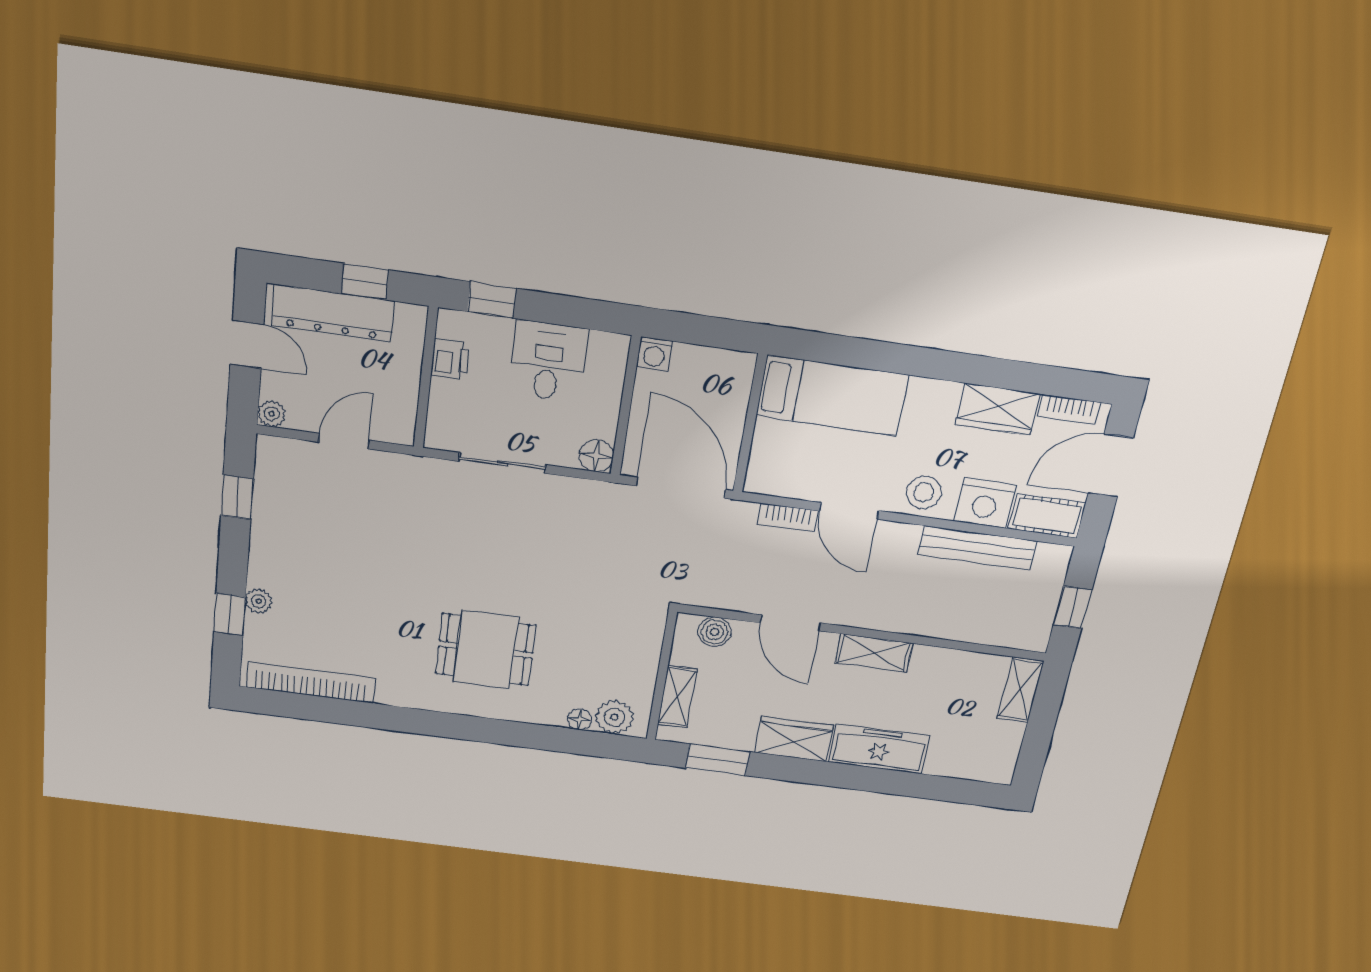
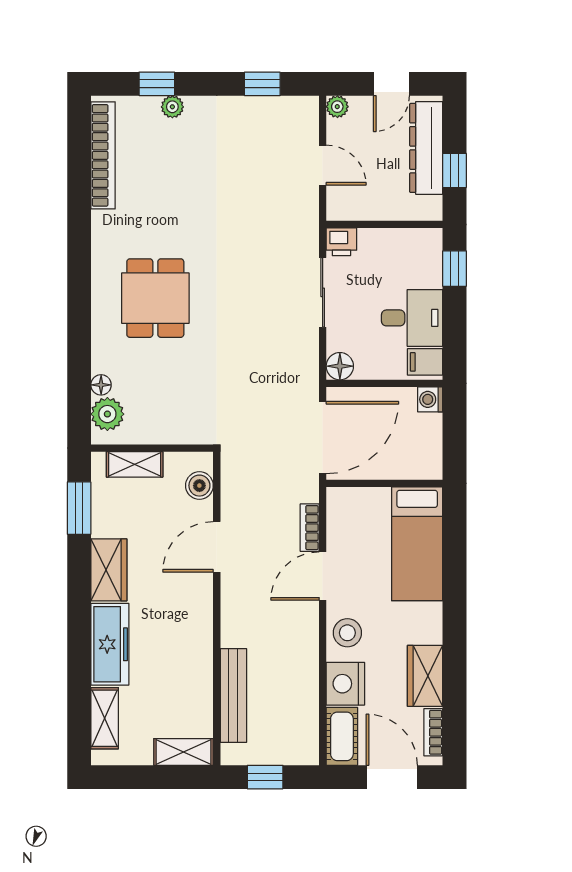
filing cabinet: (606, 353) -> (425, 362), added
printer: (450, 359) -> (341, 242), moved
bench: (977, 548) -> (233, 695), moved
shelving: (874, 653) -> (105, 718), moved

